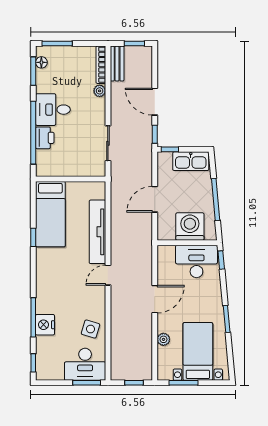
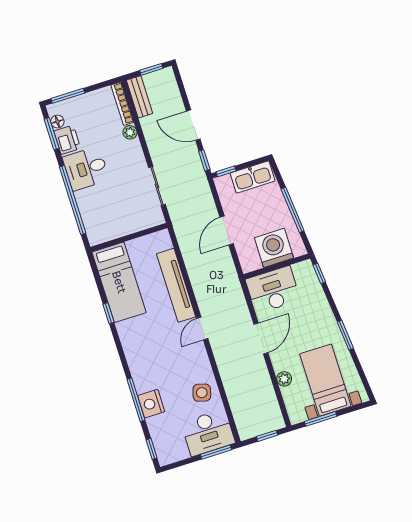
printer: (45, 138) -> (67, 140), moved
desk: (196, 261) -> (273, 290), moved

